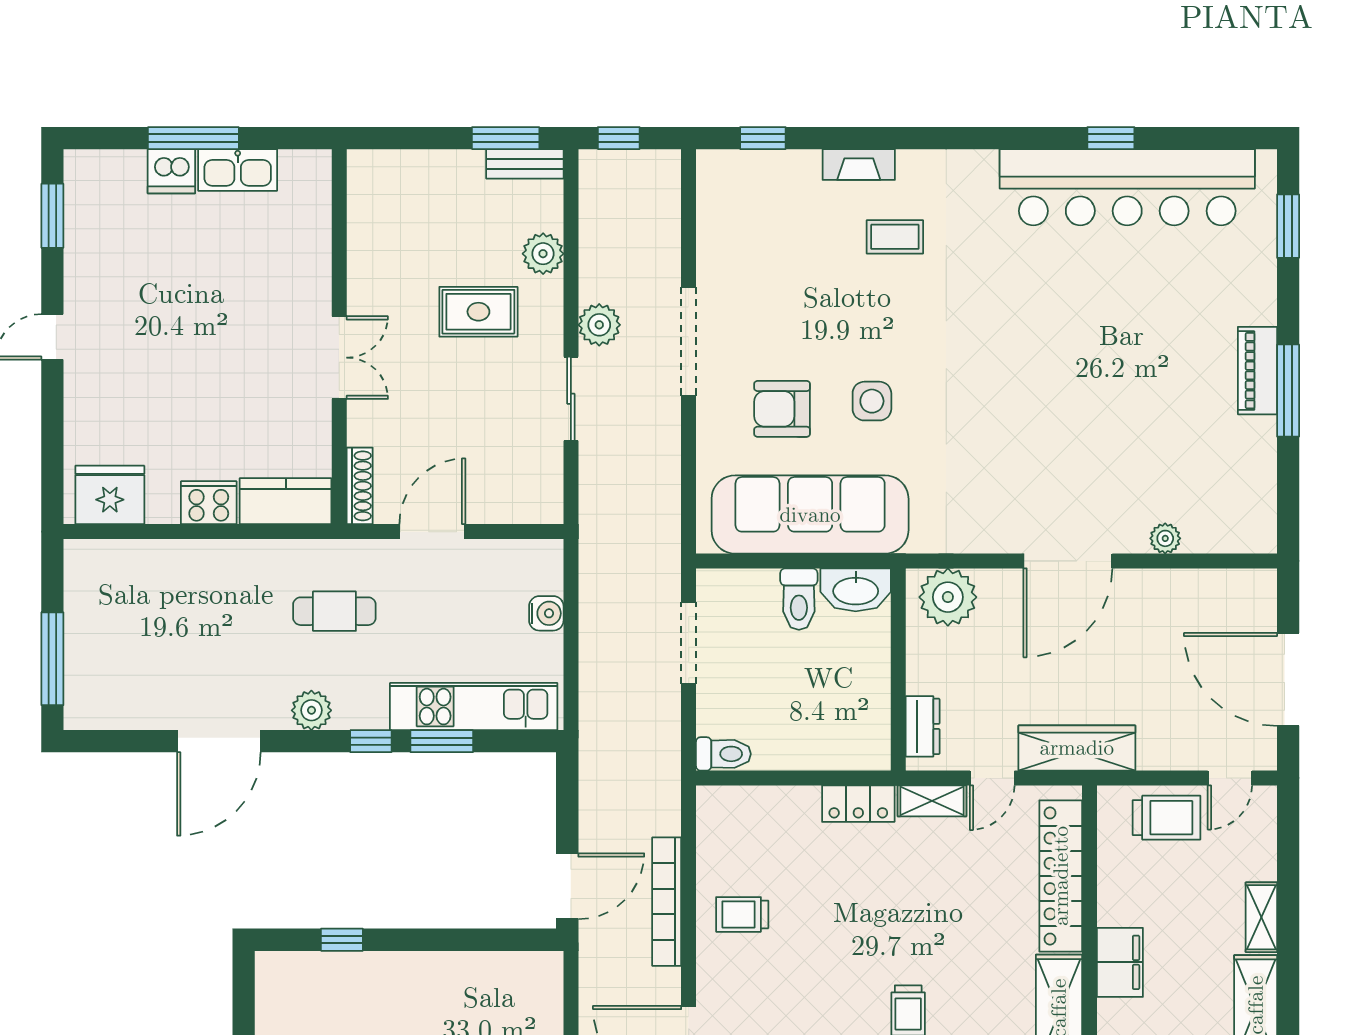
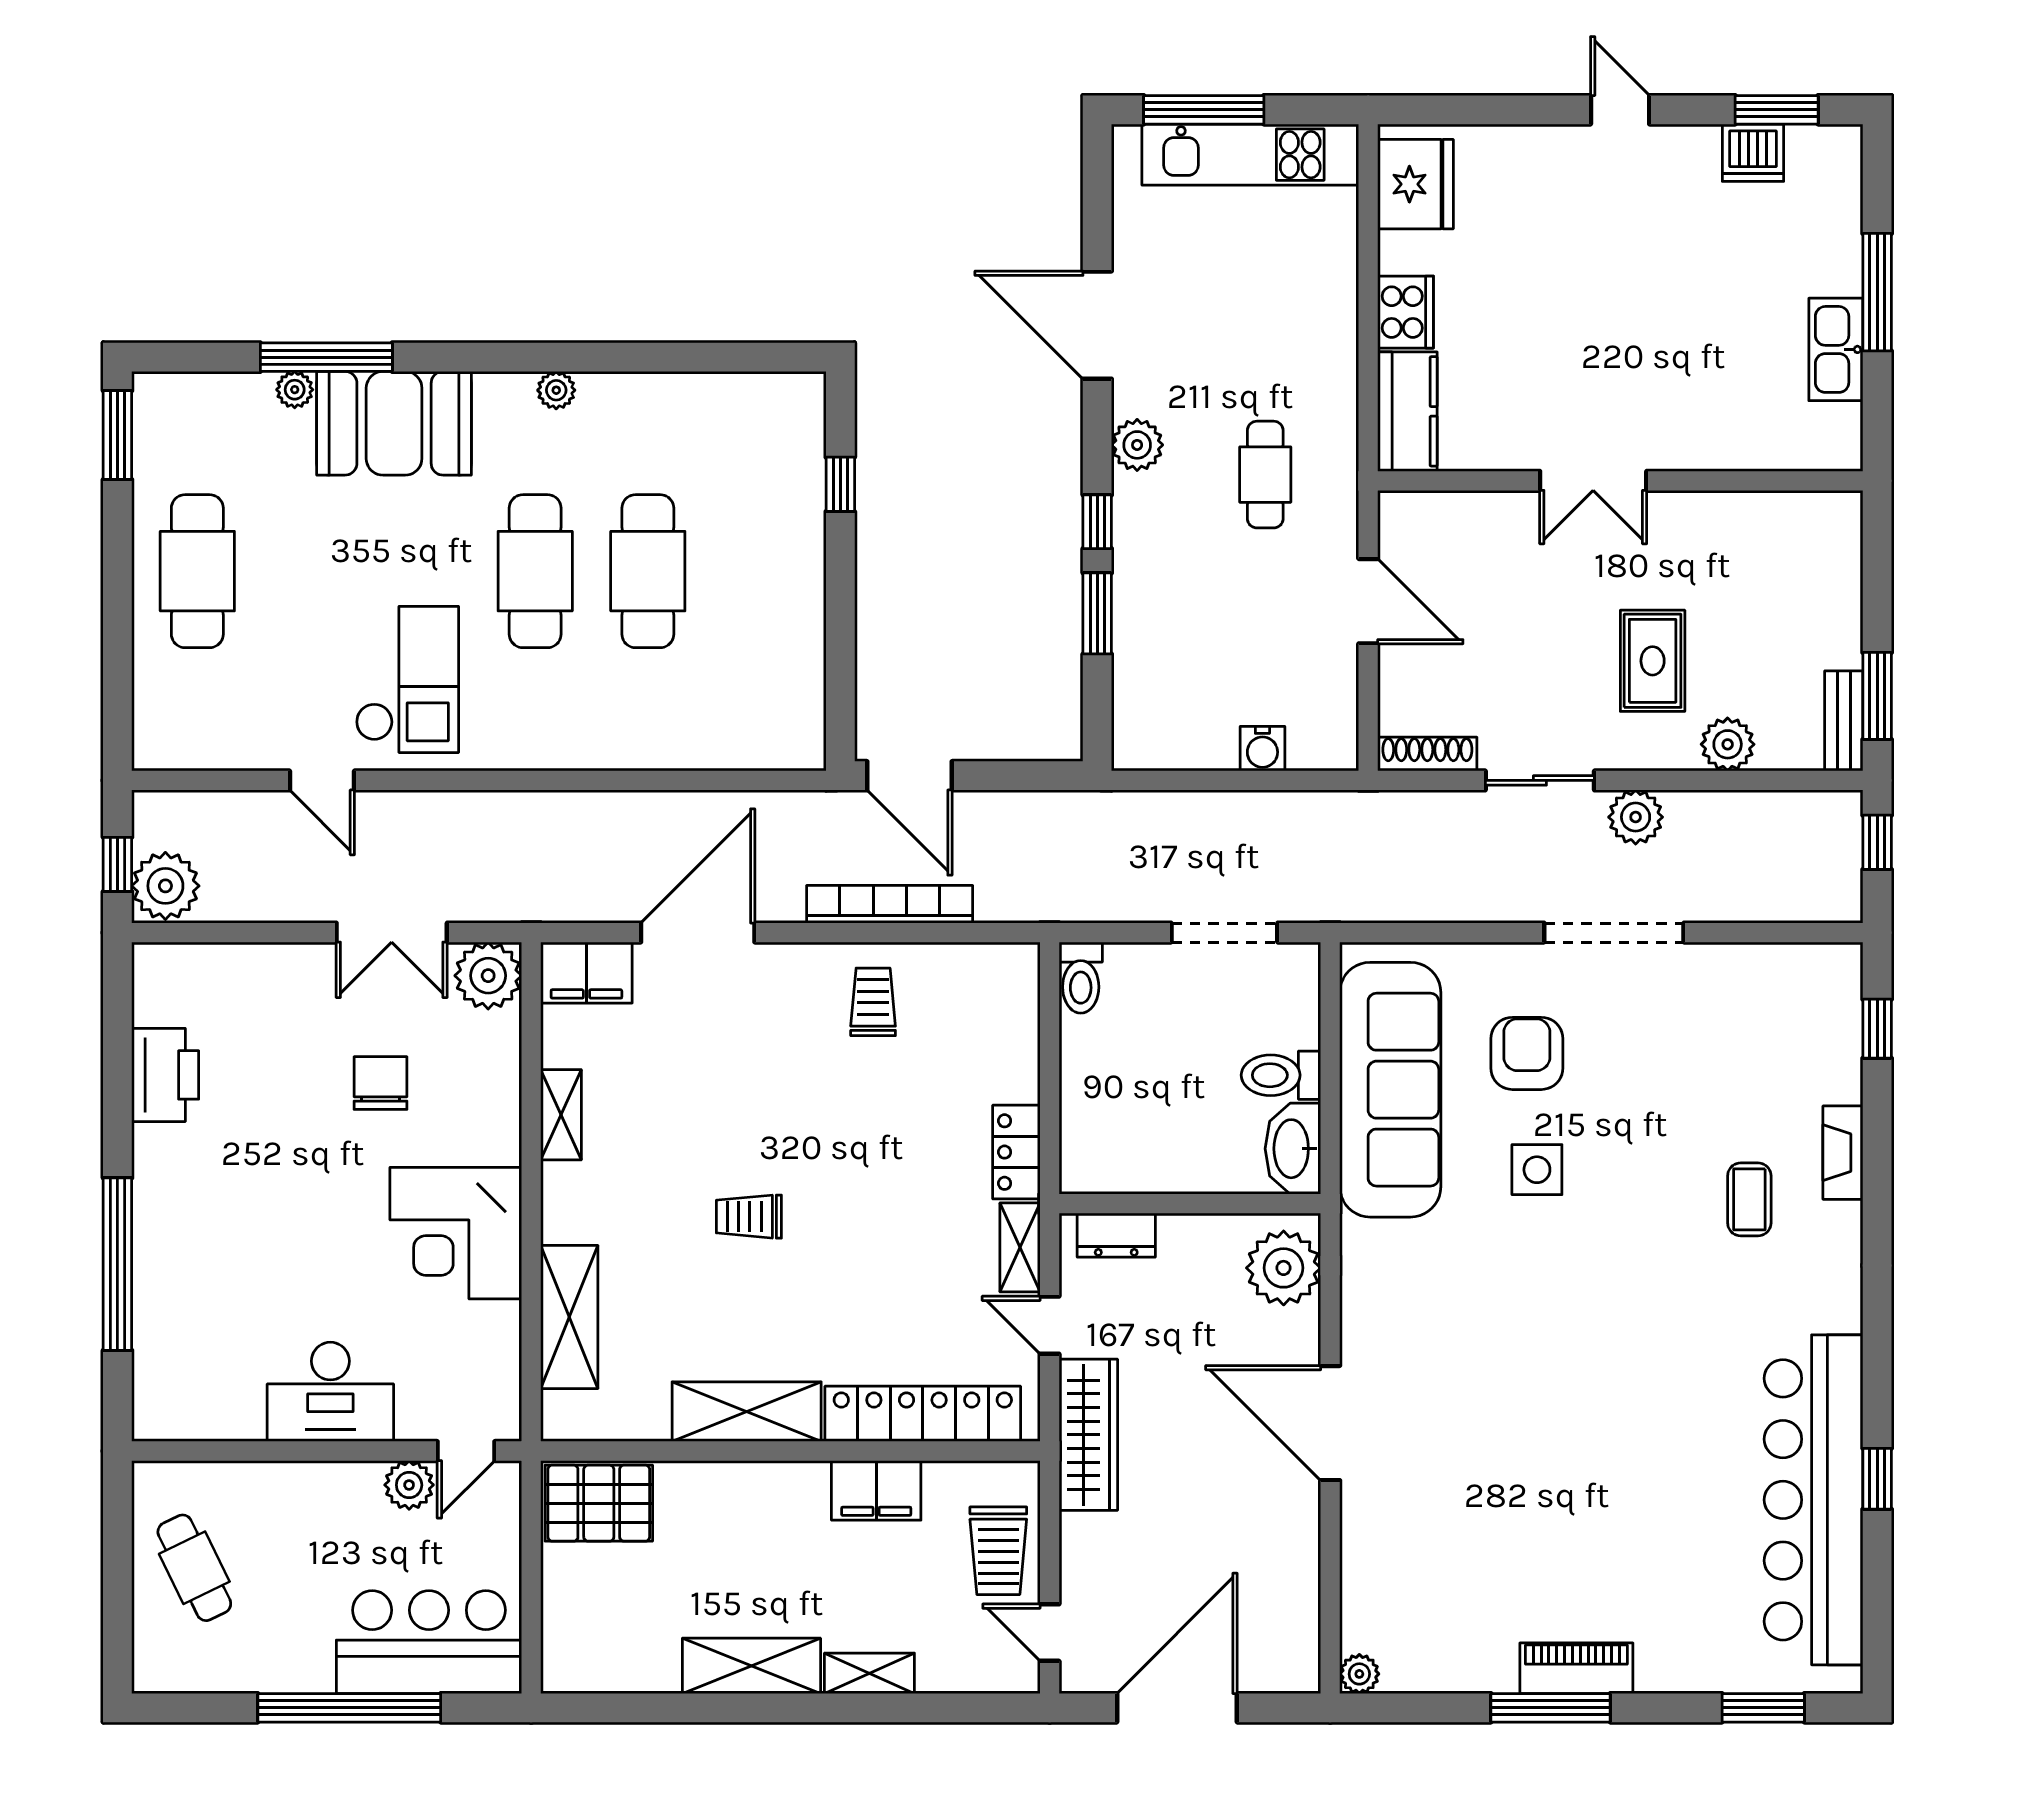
dishwasher: (171, 171) -> (1753, 153), moved, turned -90
shoe rack: (360, 486) -> (1427, 754), moved, turned 180
plant: (1165, 538) -> (1359, 1674), moved
kitchen unit: (474, 707) -> (1250, 155), moved, turned 90
filing cabinet: (1120, 962) -> (876, 1490), moved

